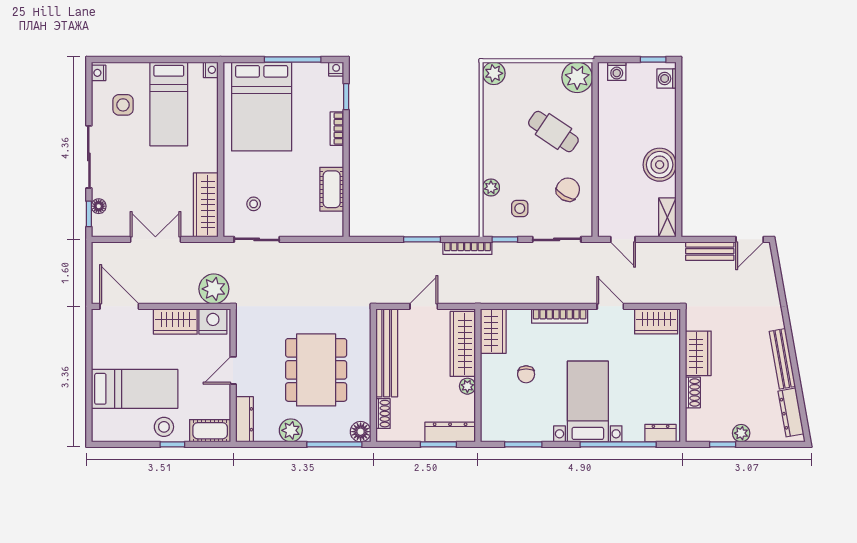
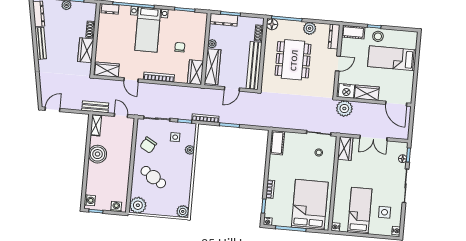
cot: (332, 189) -> (277, 143), moved
wardrobe: (206, 205) -> (345, 148), width x0.67
bench: (710, 251) -> (95, 107), moved

